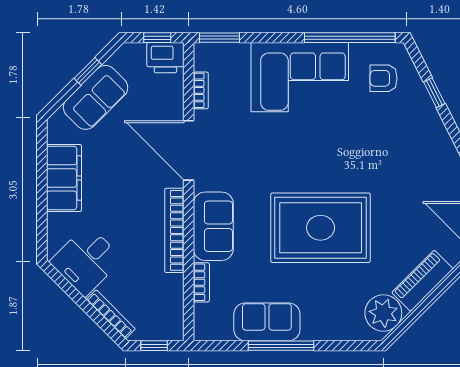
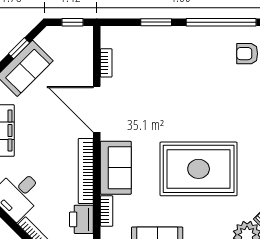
window: (219, 38) -> (156, 22), moved
printer: (165, 58) -> (81, 219), moved, turned 90
corner sofa: (300, 77) -> (183, 53), removed

